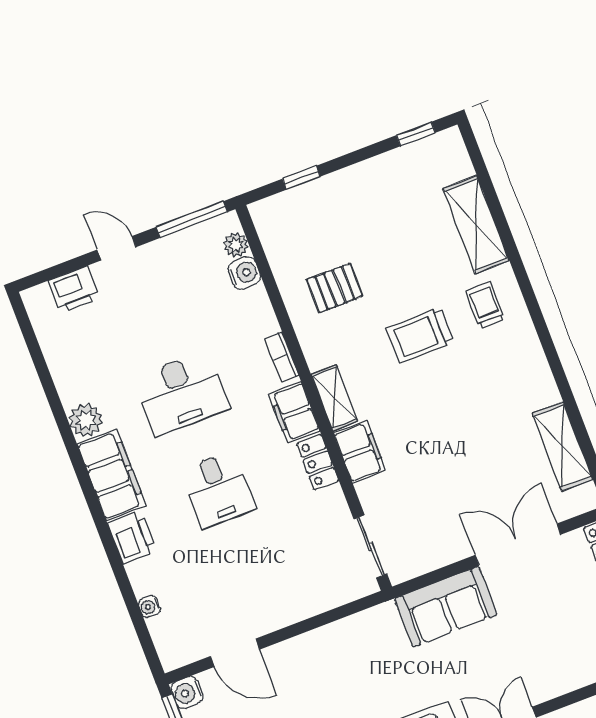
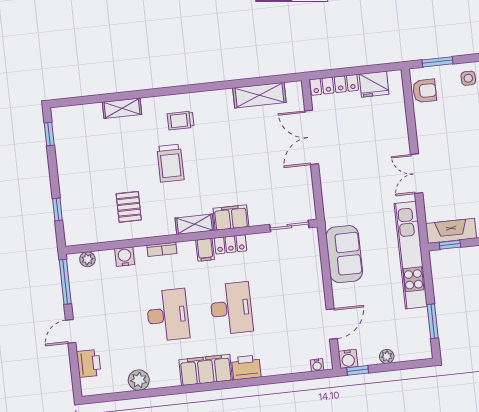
shelving: (476, 225) -> (122, 108), width x0.67, depth x0.75
water cooler: (244, 273) -> (125, 257), moved
trolley: (485, 305) -> (181, 120), moved
filing cabinet: (294, 412) -> (205, 250), width x0.50
plant: (86, 420) -> (139, 380), moved
desk: (218, 489) -> (231, 308), width x1.37
water cooler: (149, 607) -> (317, 365), moved
sofa: (446, 607) -> (344, 254), moved

